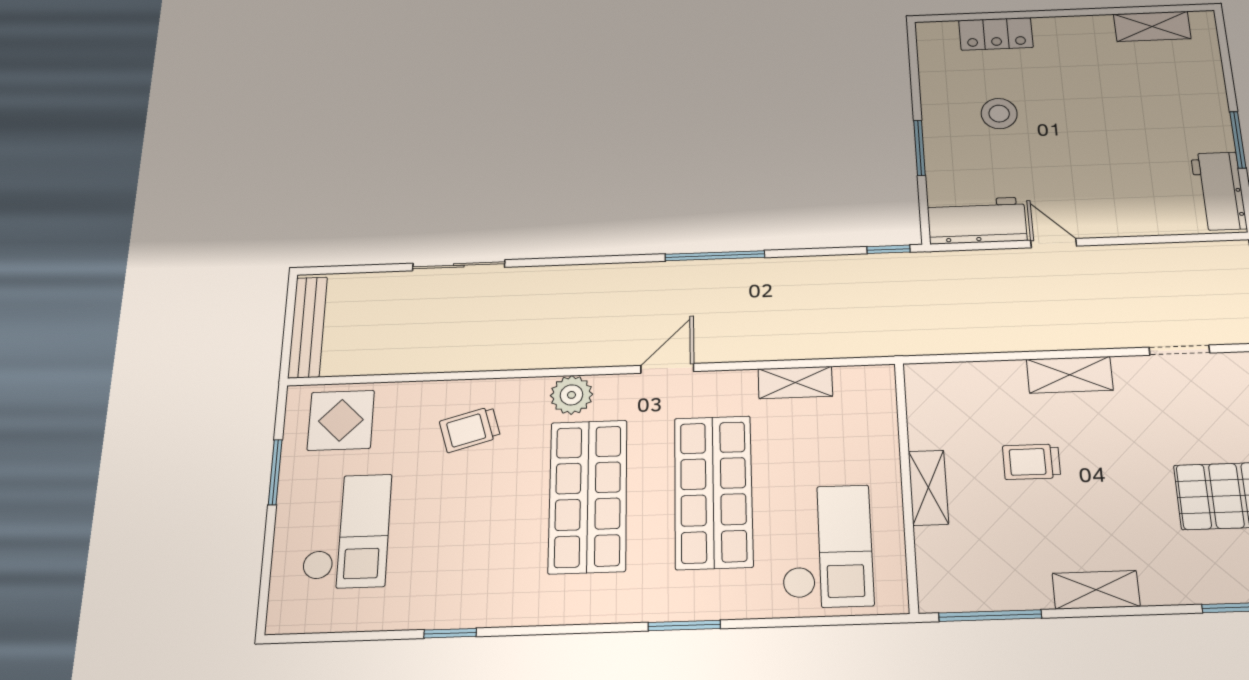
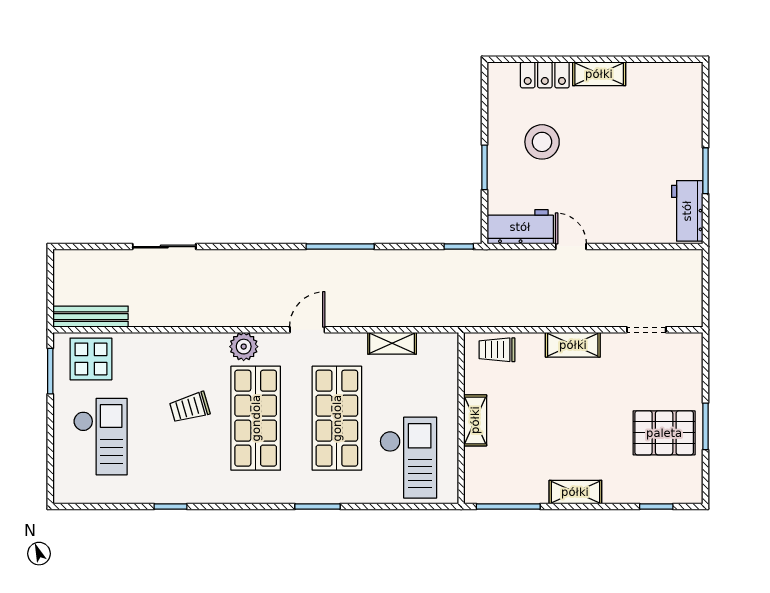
shelving: (1152, 26) -> (599, 74), moved
stool: (999, 114) -> (542, 142), width x1.38, depth x1.38
bench: (308, 327) -> (91, 317), moved, turned 90
trolley: (470, 429) -> (190, 407), moved
trolley: (1031, 462) -> (497, 350), moved
window: (275, 472) -> (50, 371), moved

